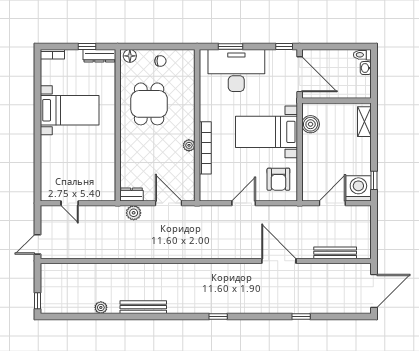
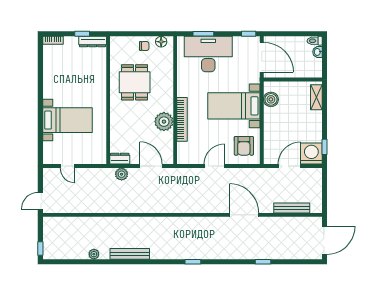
floor lamp: (130, 56) -> (161, 42), moved
bed with nightstands: (70, 110) -> (67, 120), moved
plant: (189, 145) -> (164, 122), width x1.87, depth x1.87

